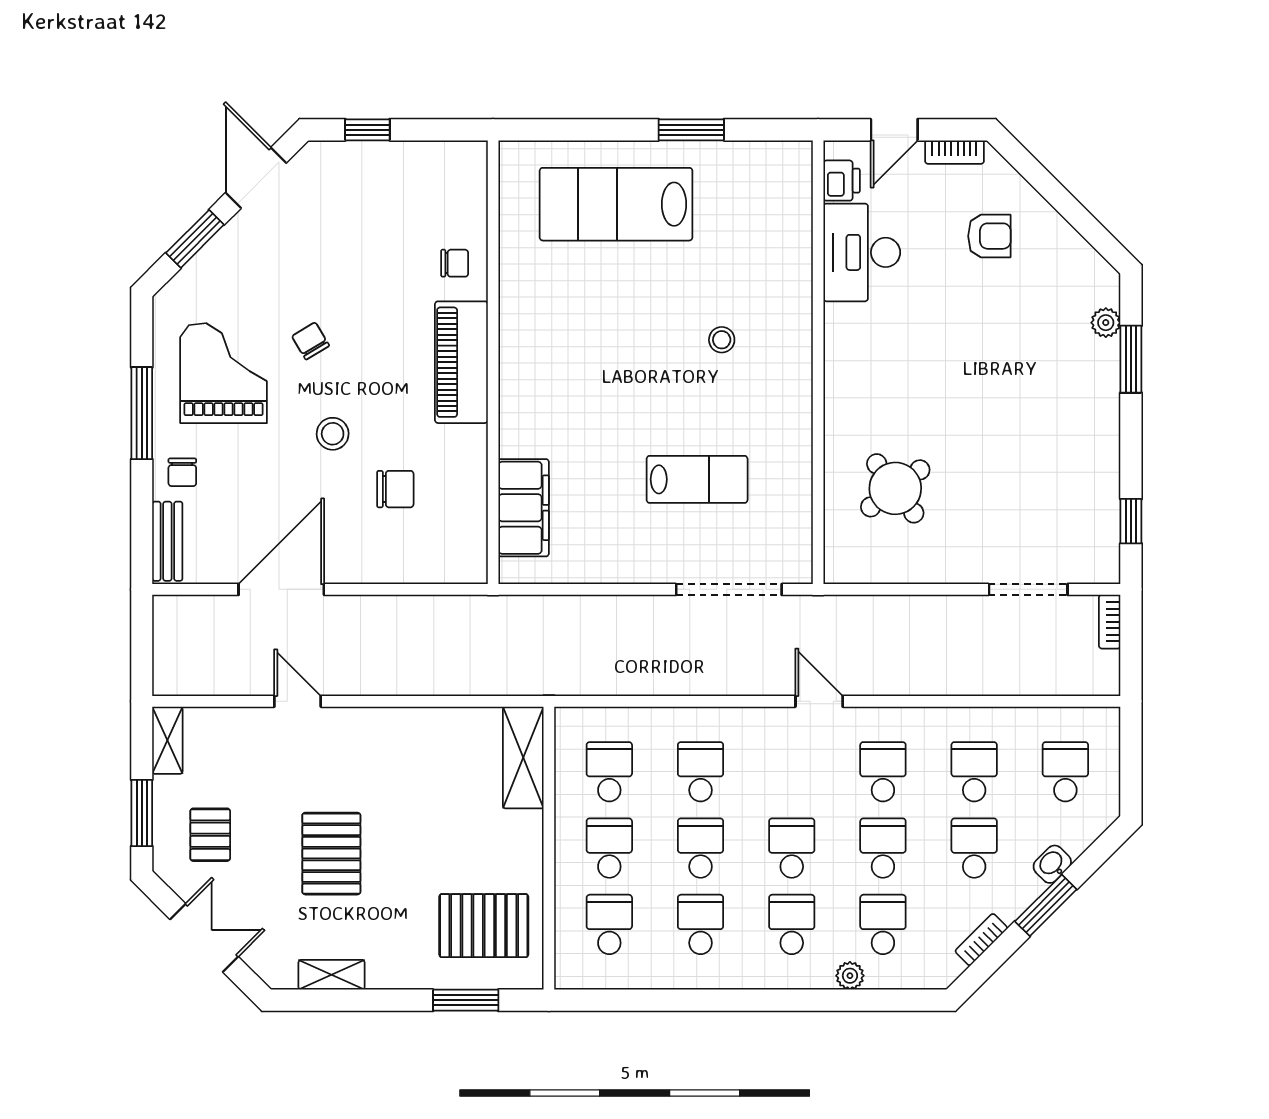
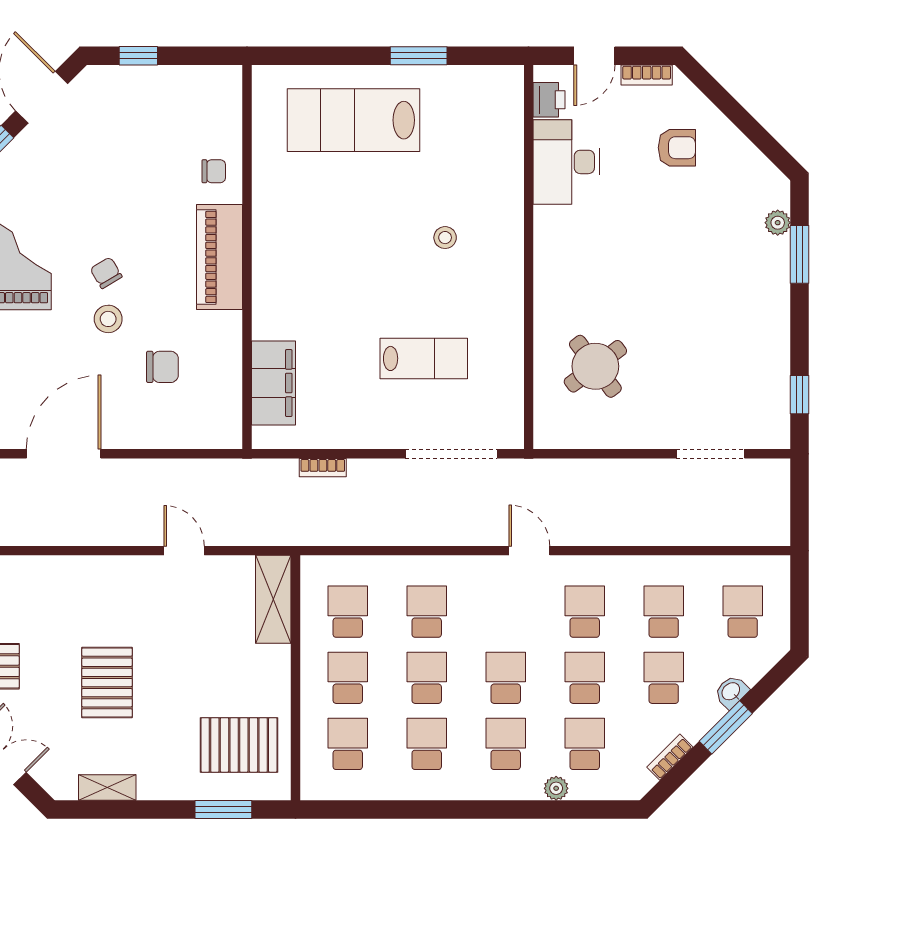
chair: (311, 341) -> (106, 273), moved
bookcase: (1110, 622) -> (323, 468), moved, turned -90
door: (298, 701) -> (184, 551), moved

